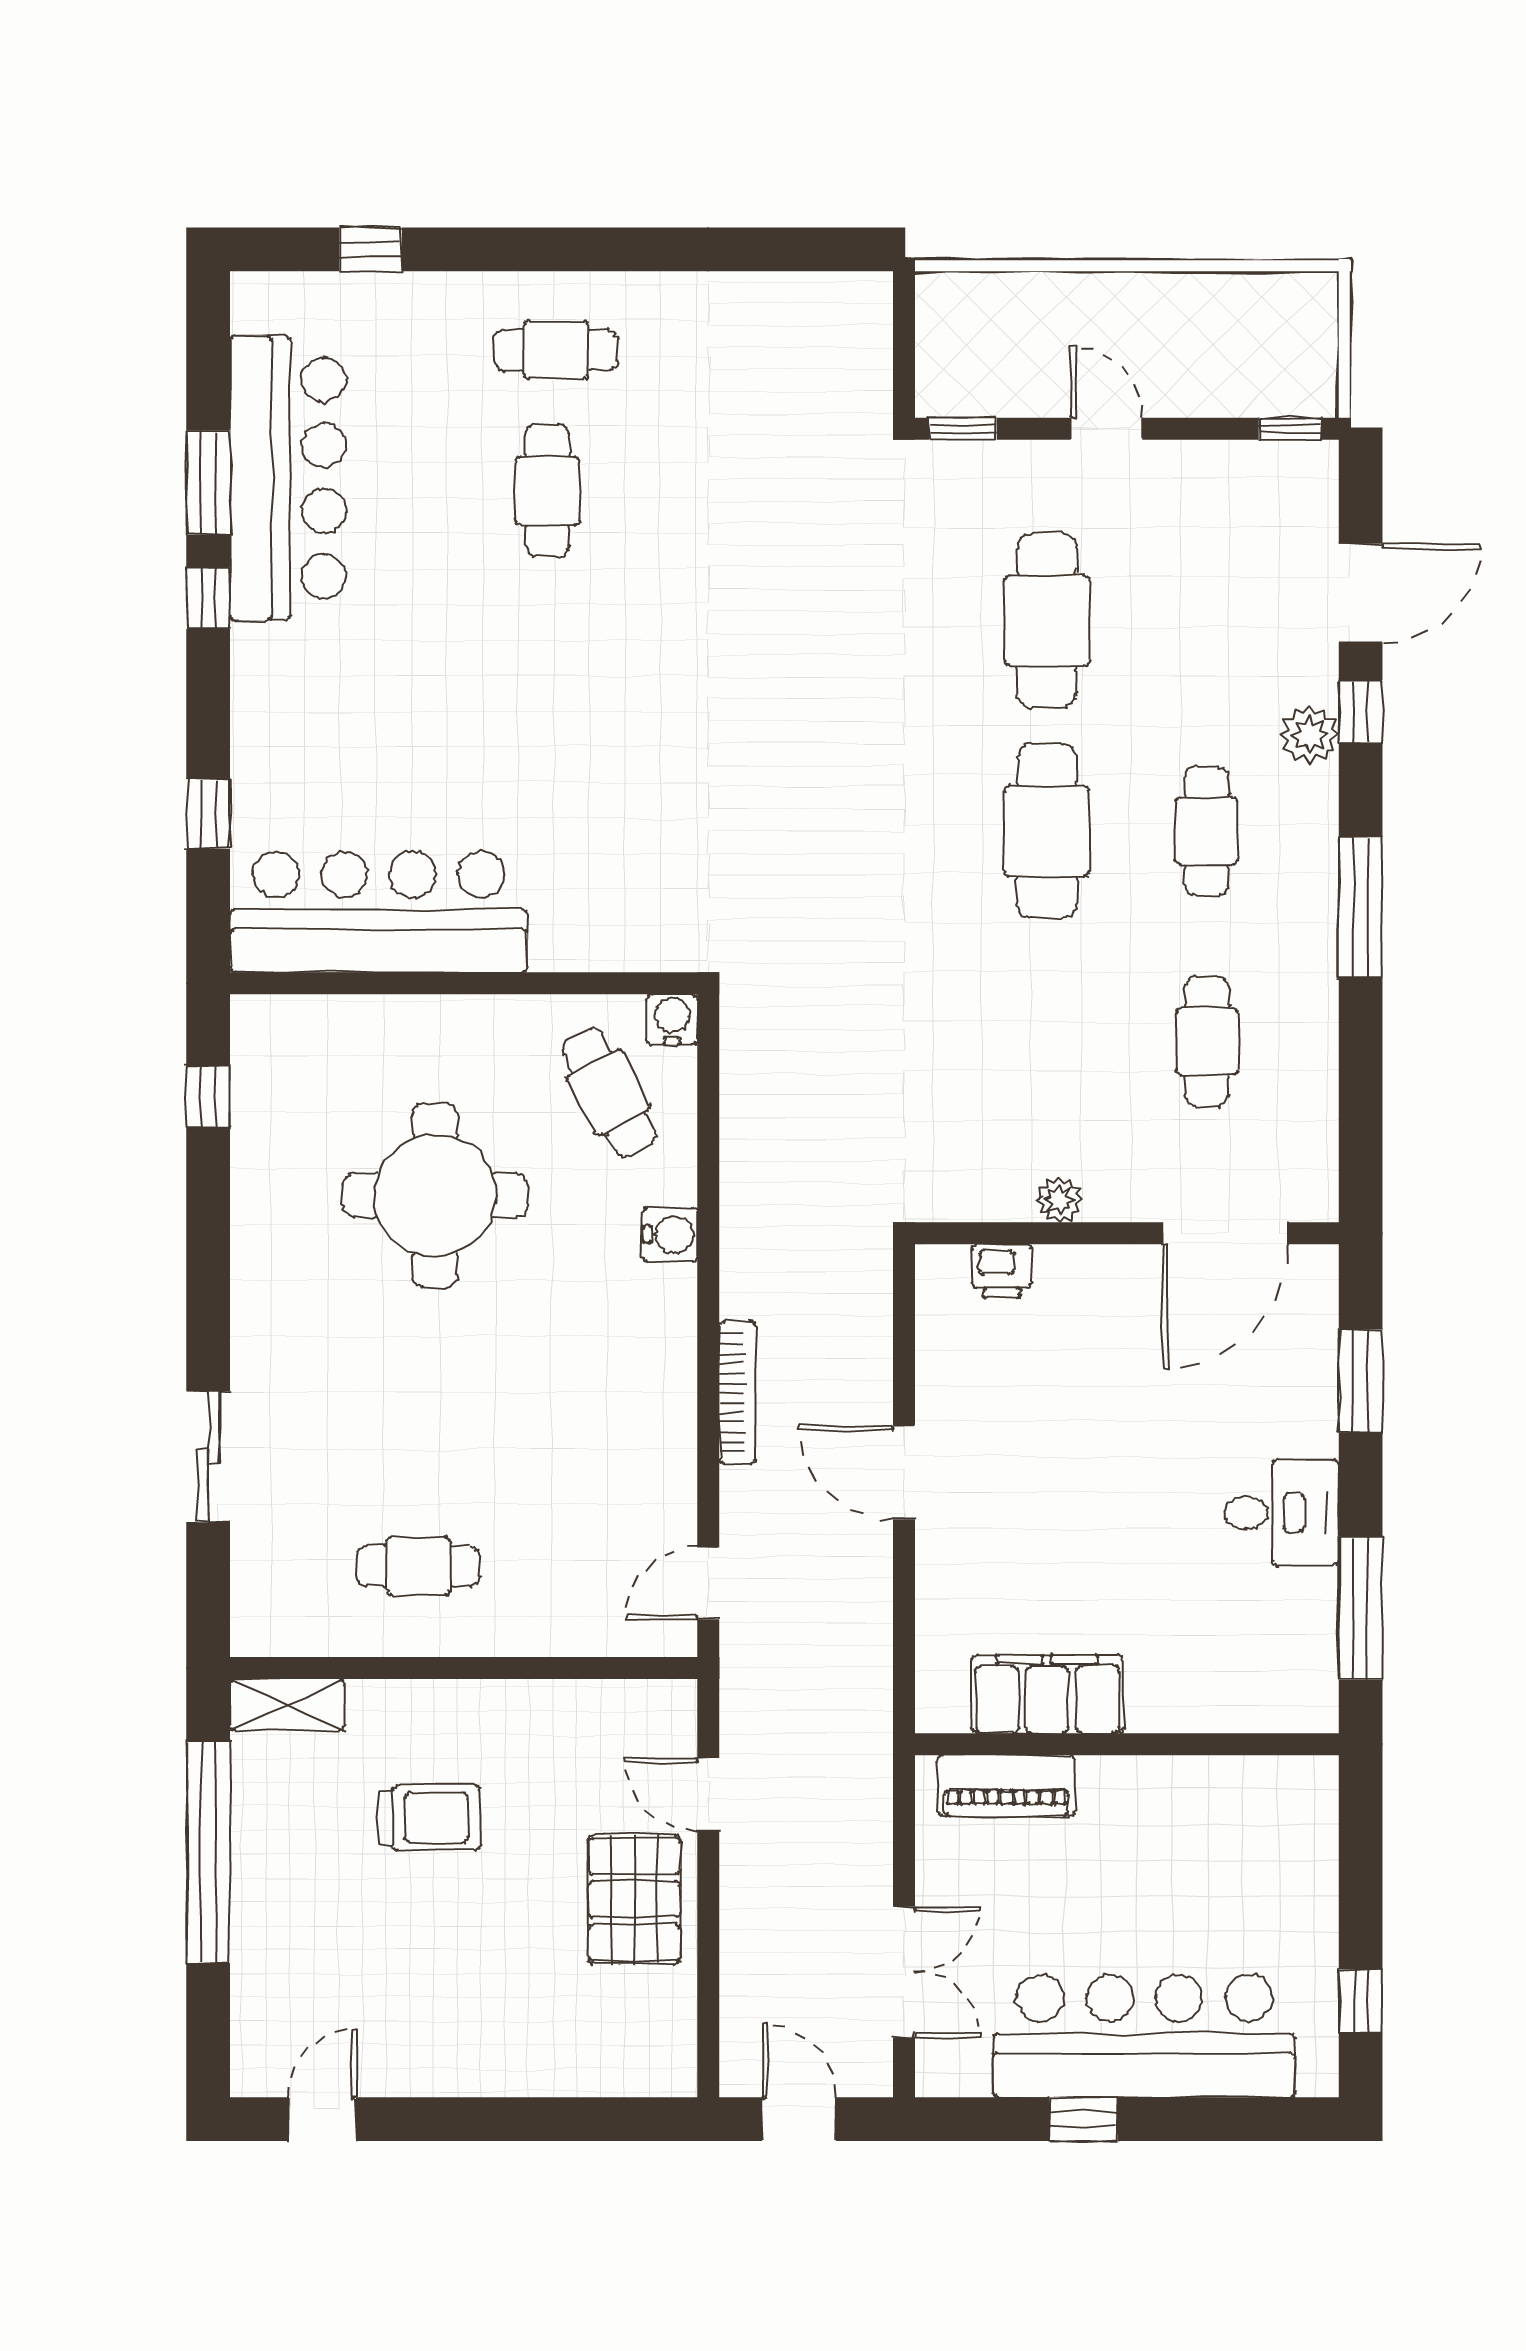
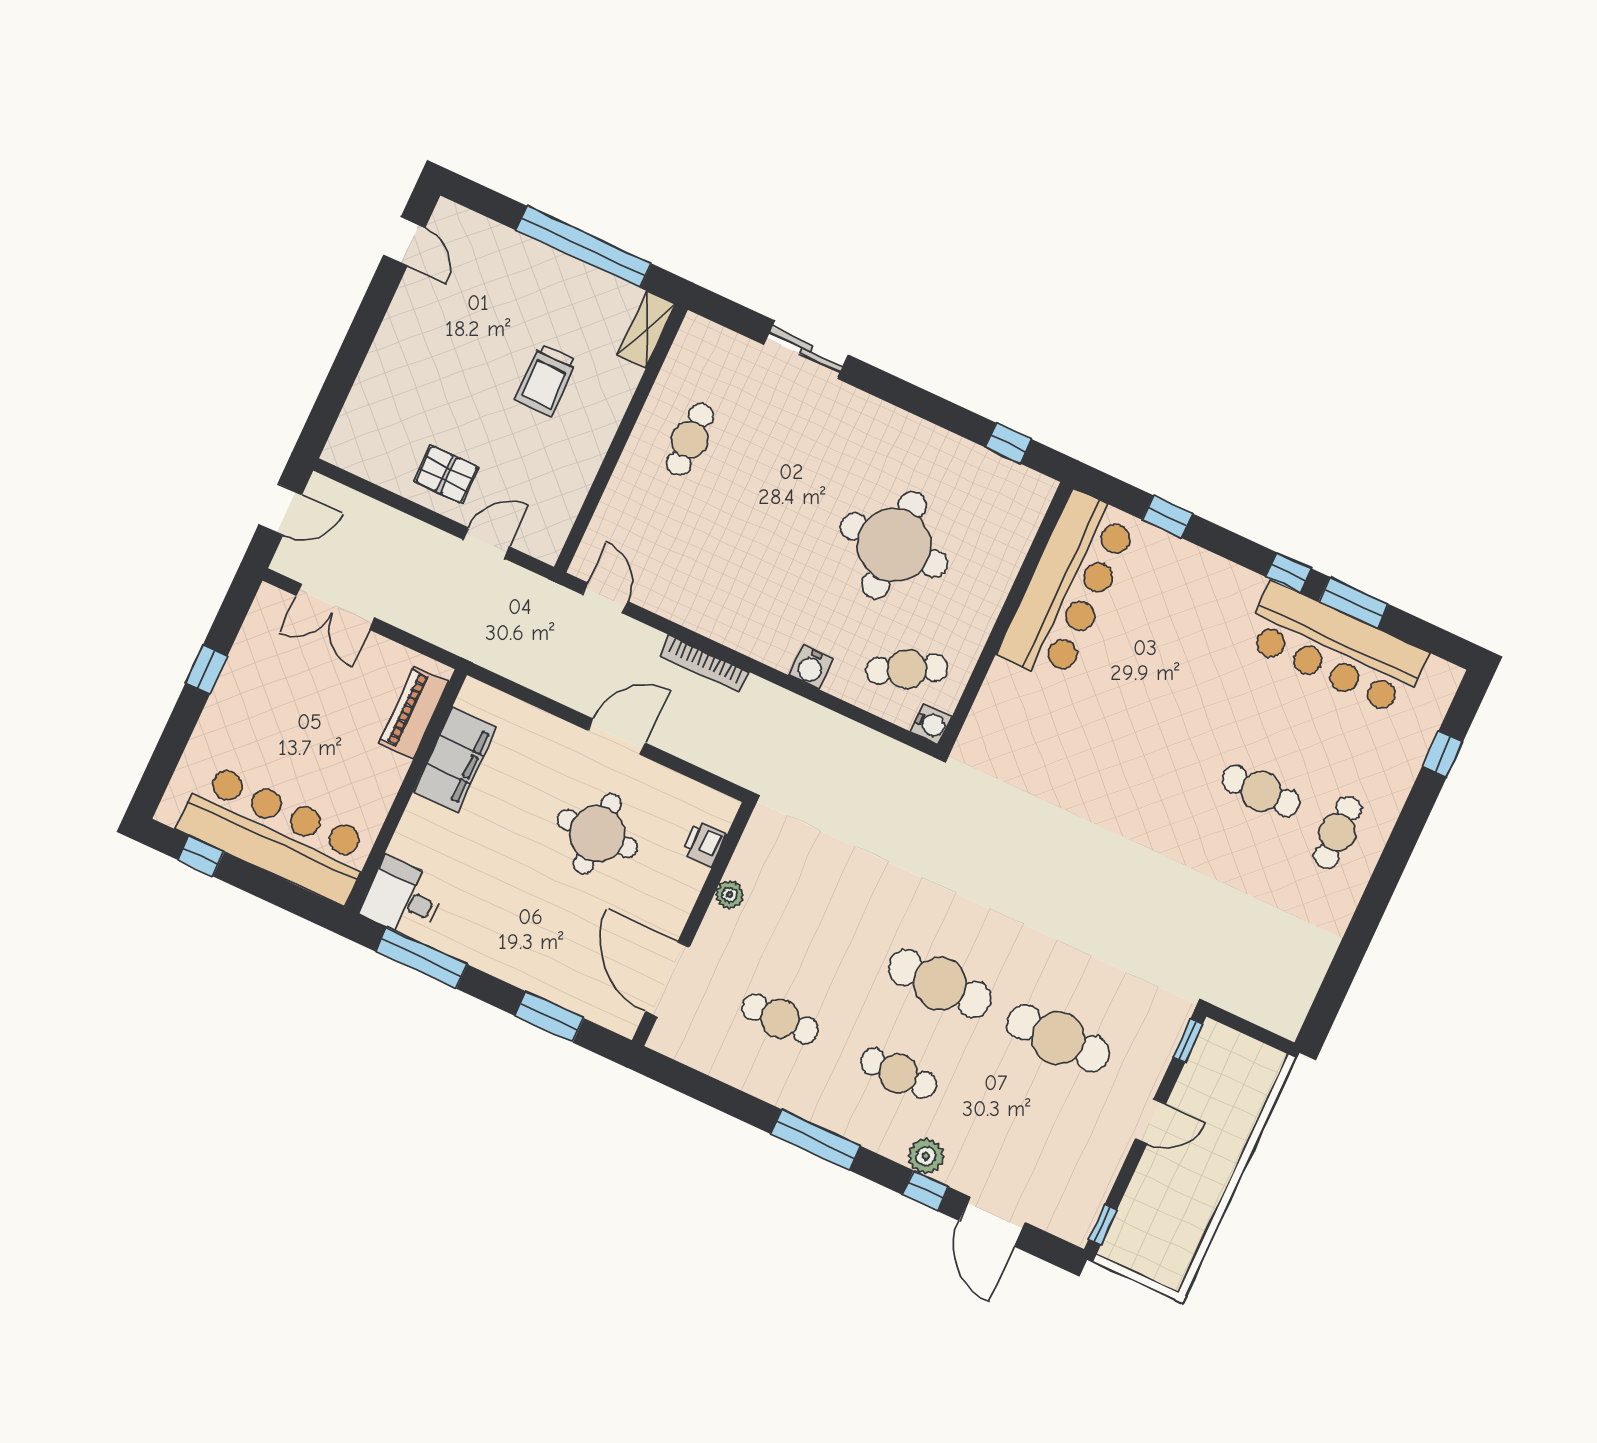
round table: (1060, 1435) -> (597, 834), added
desk: (1282, 1513) -> (403, 898), moved, turned 90
pallet: (634, 1899) -> (447, 474), width x0.67, depth x0.71
bar counter: (1144, 2036) -> (276, 834), moved, turned -90

